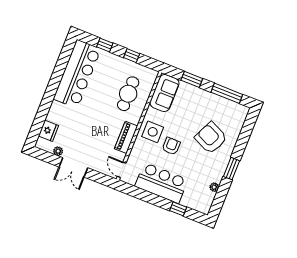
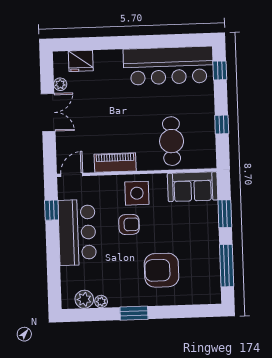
window: (105, 45) -> (220, 70), moved
cafe table: (128, 94) -> (172, 141), turned 90
armchair: (211, 138) -> (162, 270), turned -115
double door: (73, 167) -> (48, 113), swing flipped
plant: (208, 198) -> (84, 299), added
window: (178, 209) -> (52, 210), moved

